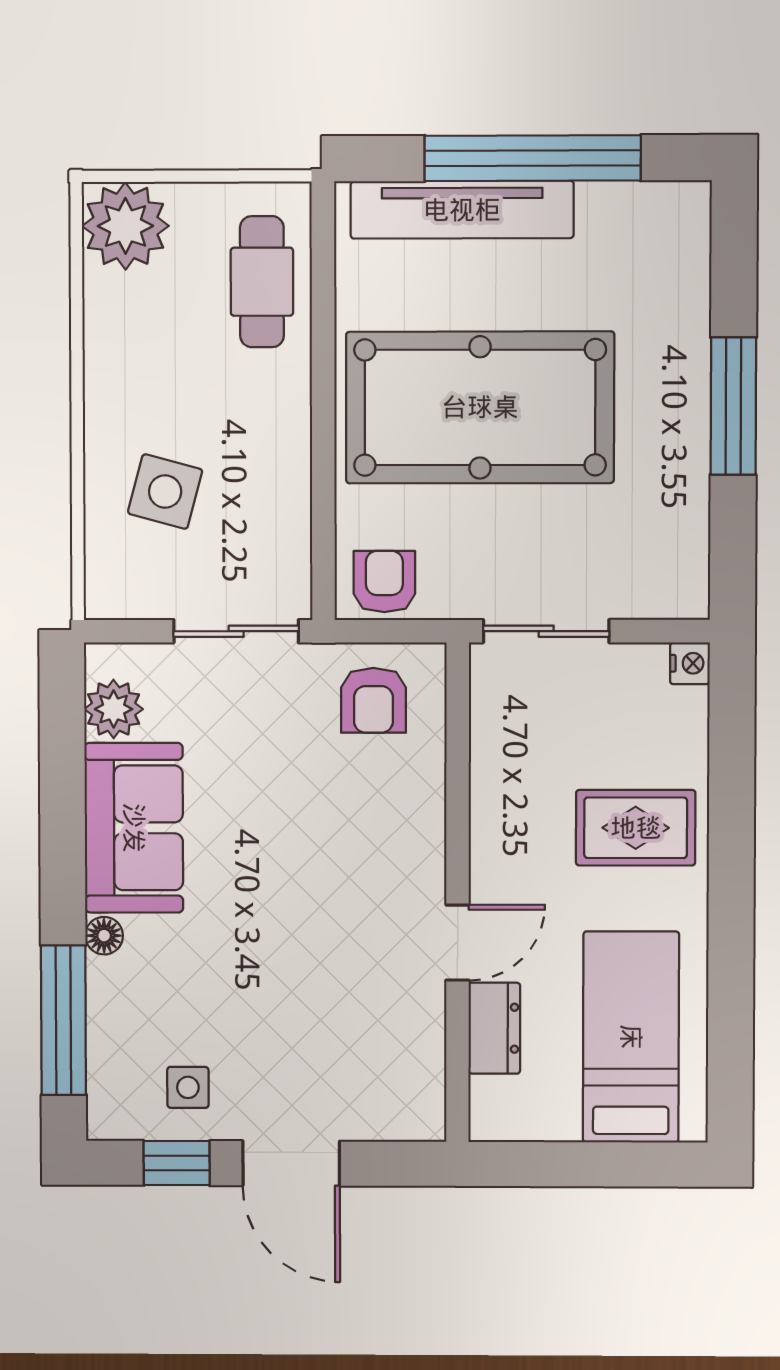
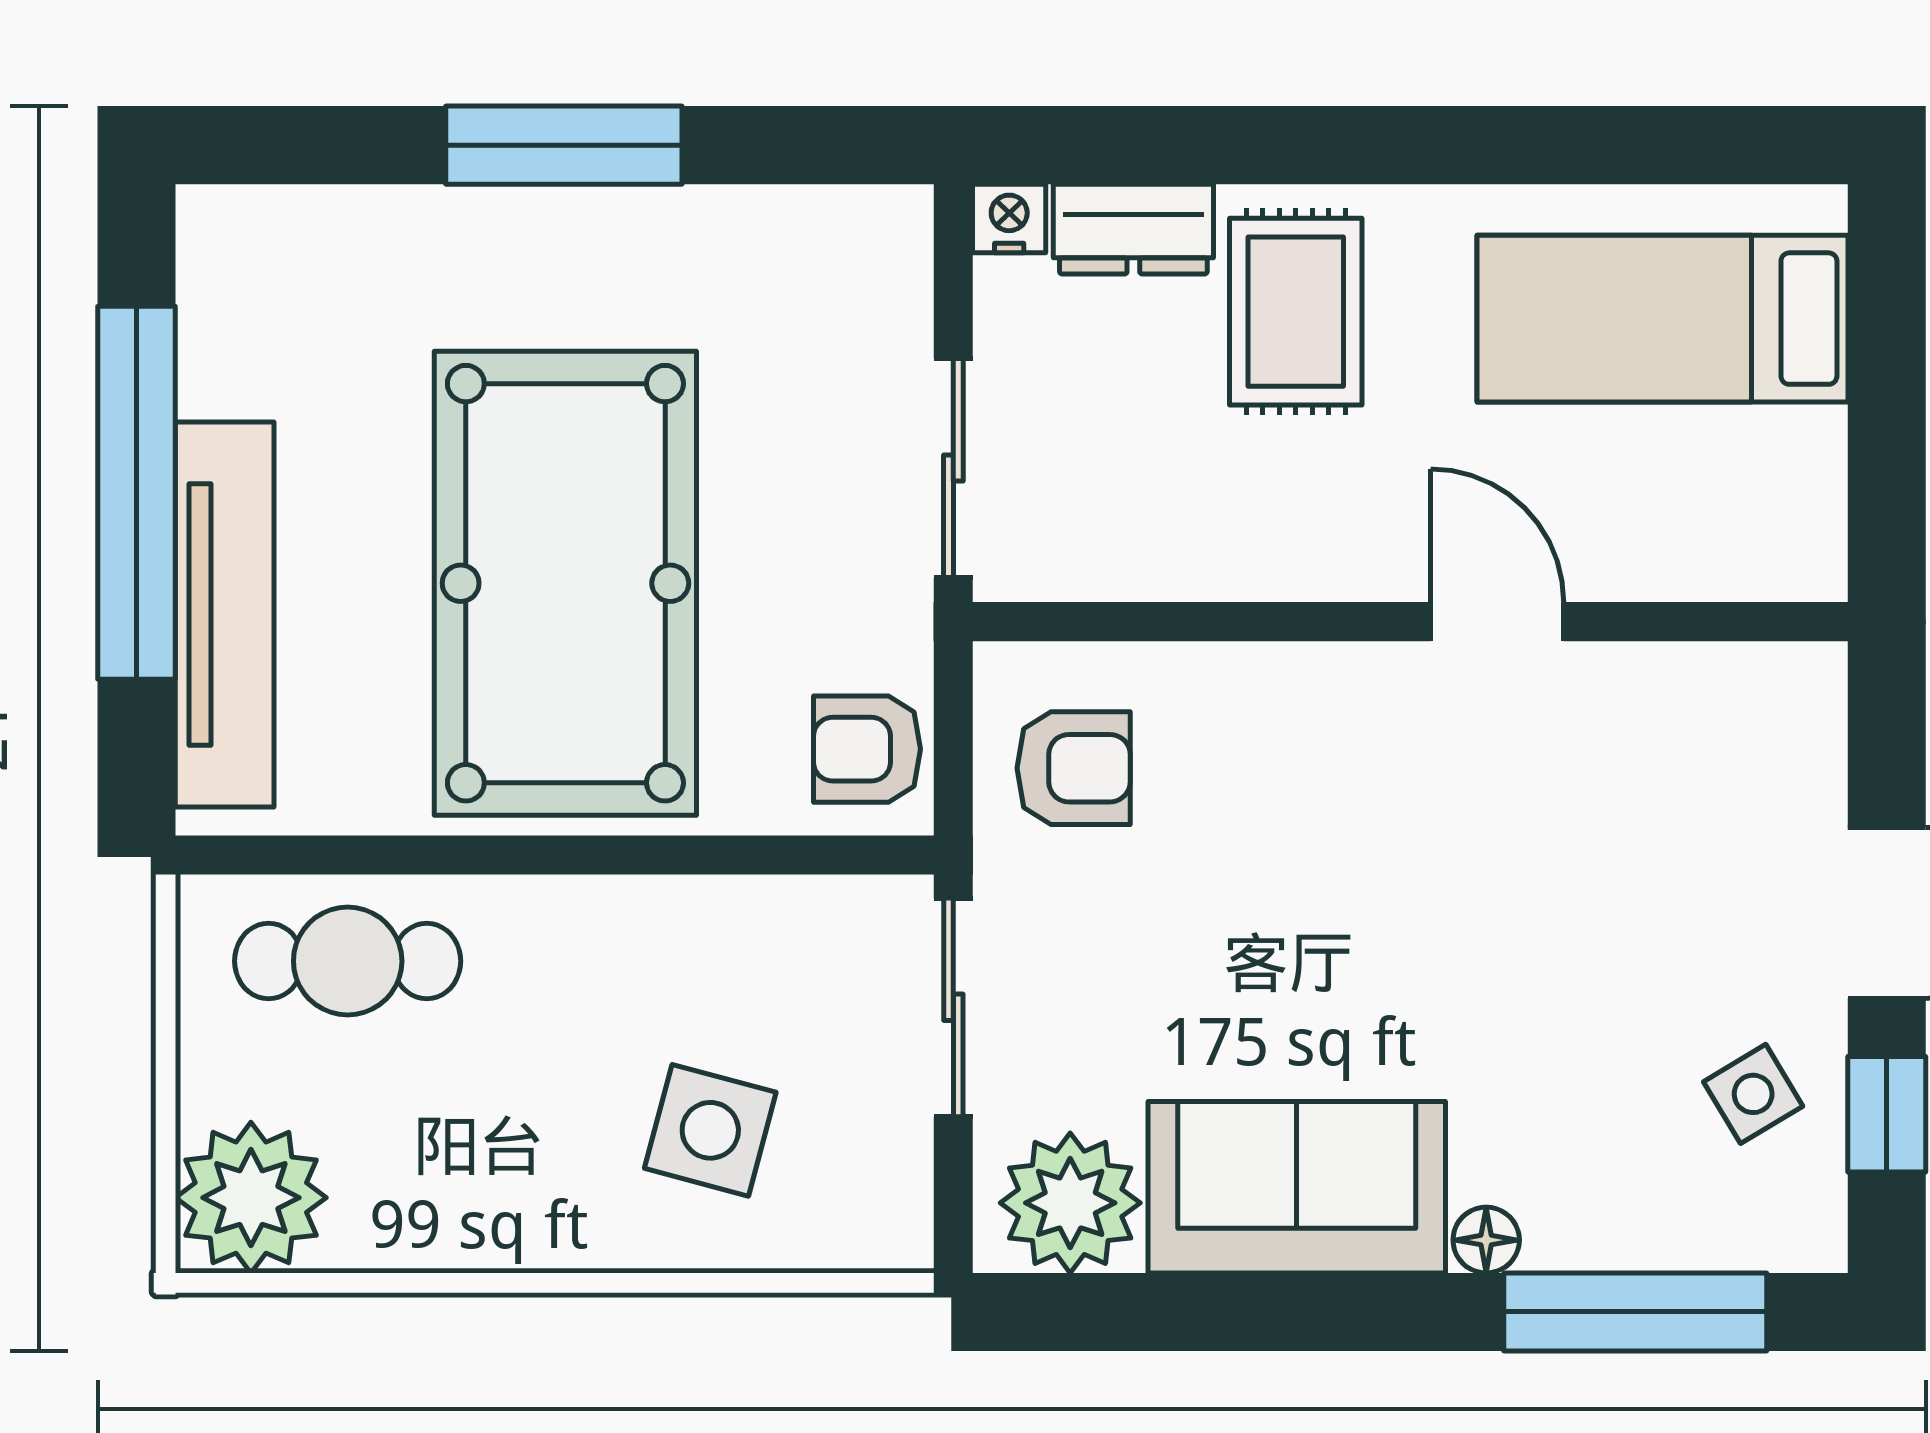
plant: (114, 709) -> (1070, 1203), width x1.36, depth x1.36
dresser: (494, 1028) -> (1133, 229), moved, turned 180
side table: (188, 1087) -> (1753, 1094), turned -31

